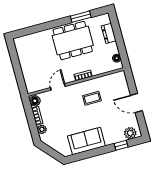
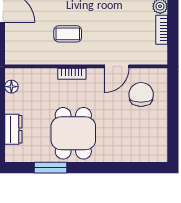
dining table: (73, 41) -> (73, 133), width x0.73
chair: (39, 74) -> (141, 95), added
floor lamp: (35, 101) -> (159, 54), removed

